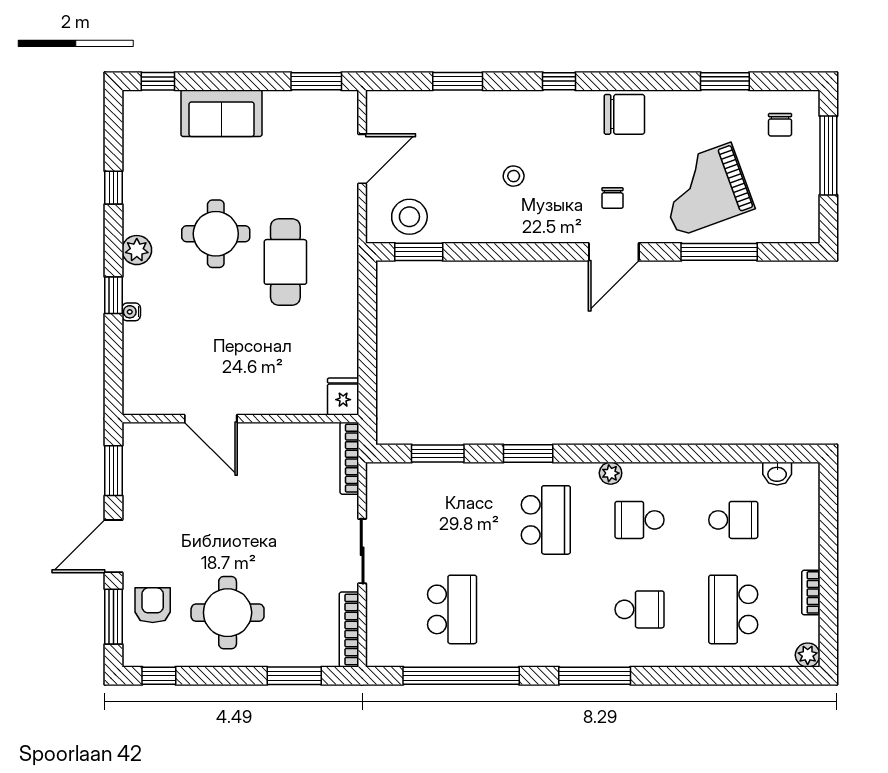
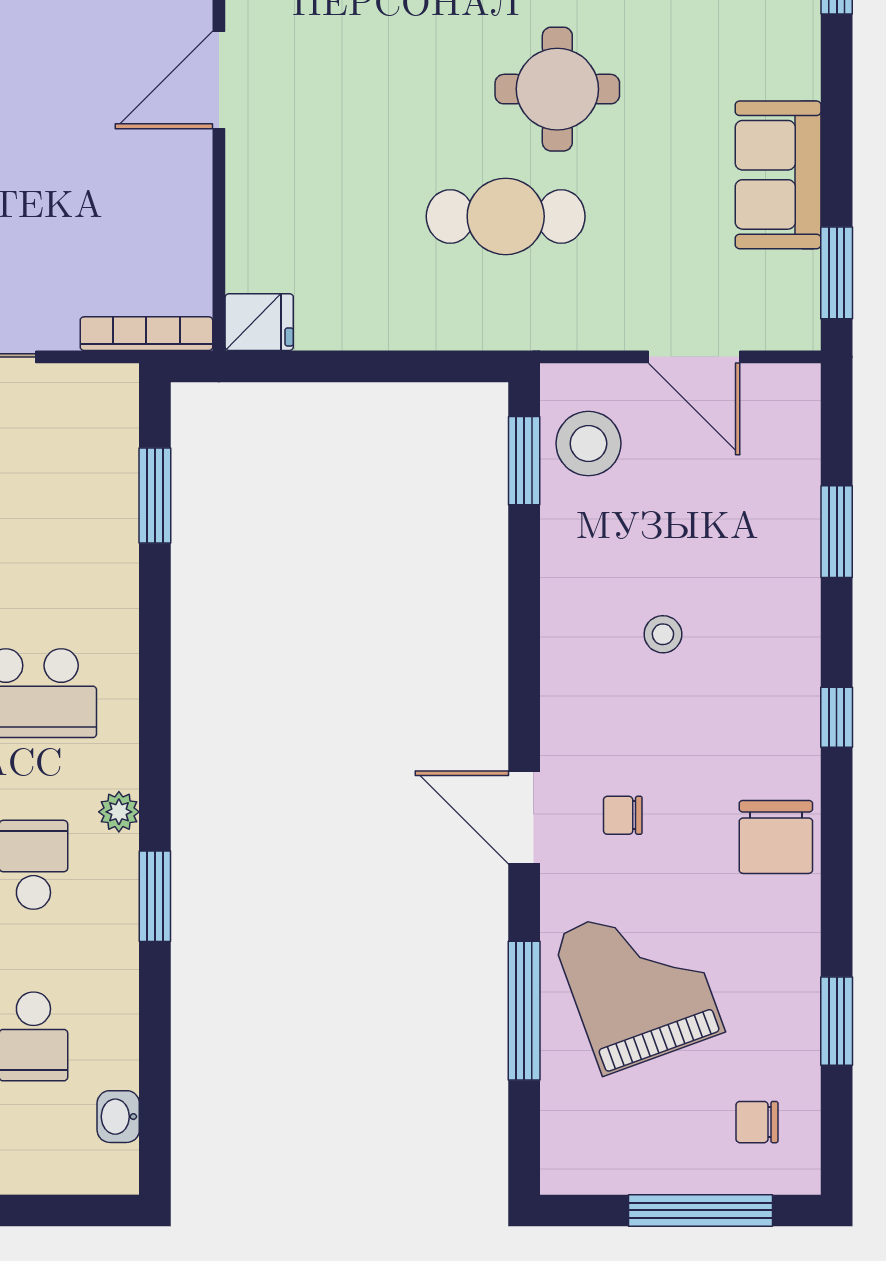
sofa: (221, 113) -> (778, 175), moved
window: (528, 454) -> (155, 896), moved

